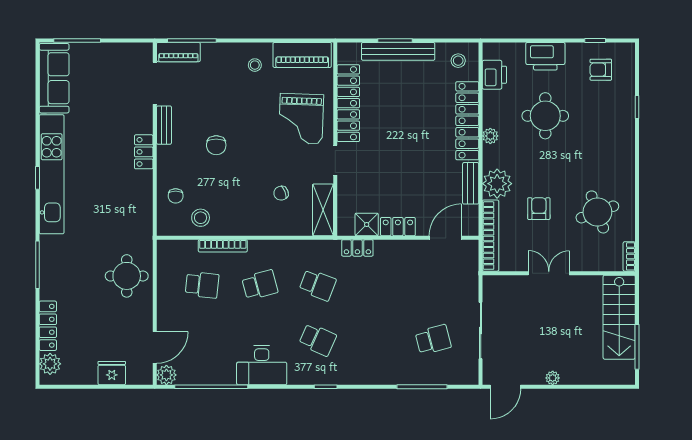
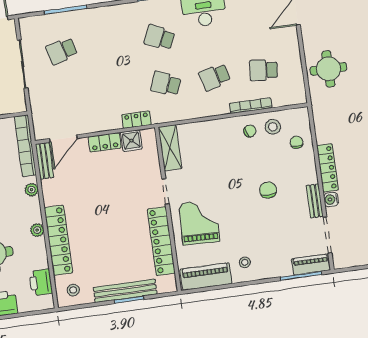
water cooler: (145, 124) -> (331, 199), added
locker: (144, 152) -> (328, 168), width x1.53
bench: (471, 183) -> (44, 161), moved
plant: (497, 184) -> (32, 190), width x0.53, depth x0.53
chair: (281, 193) -> (250, 131), moved

